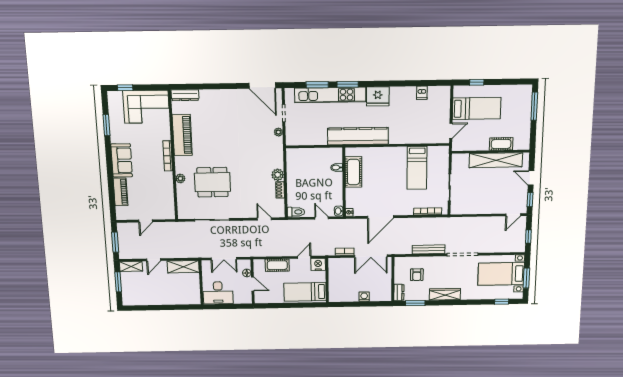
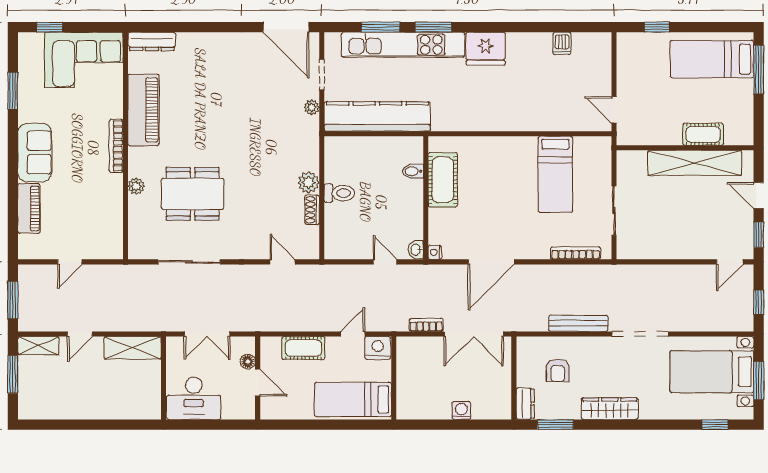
bed: (477, 109) -> (712, 59), moved, turned 180
door: (451, 131) -> (614, 110), swing flipped
kitchen counter: (358, 136) -> (377, 116), moved
toilet: (296, 212) -> (339, 193), moved

